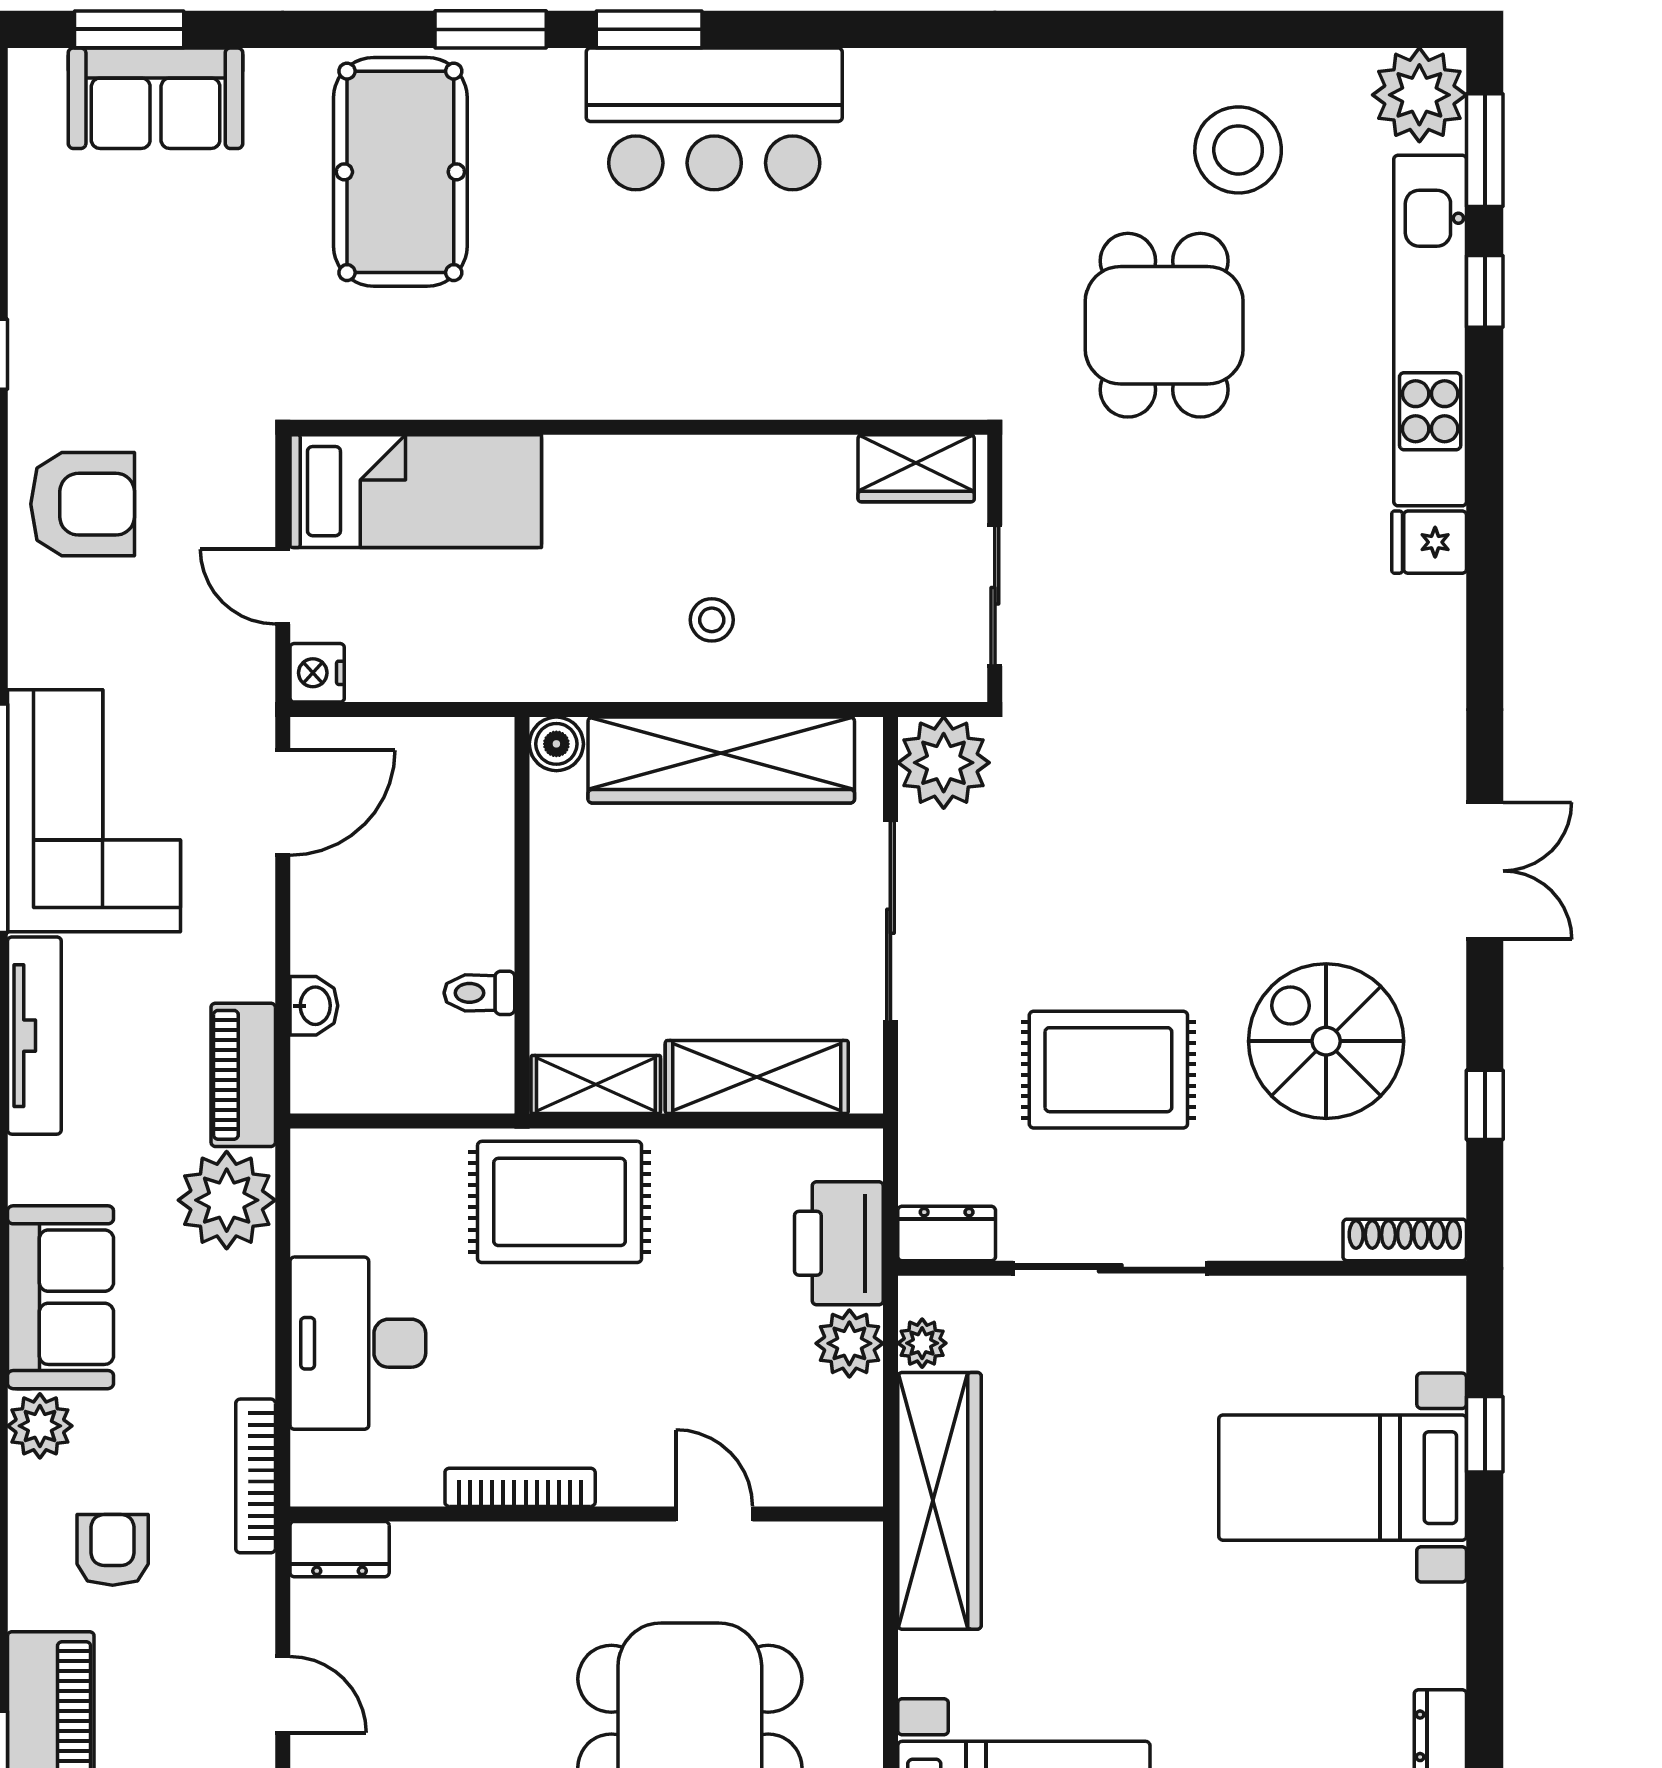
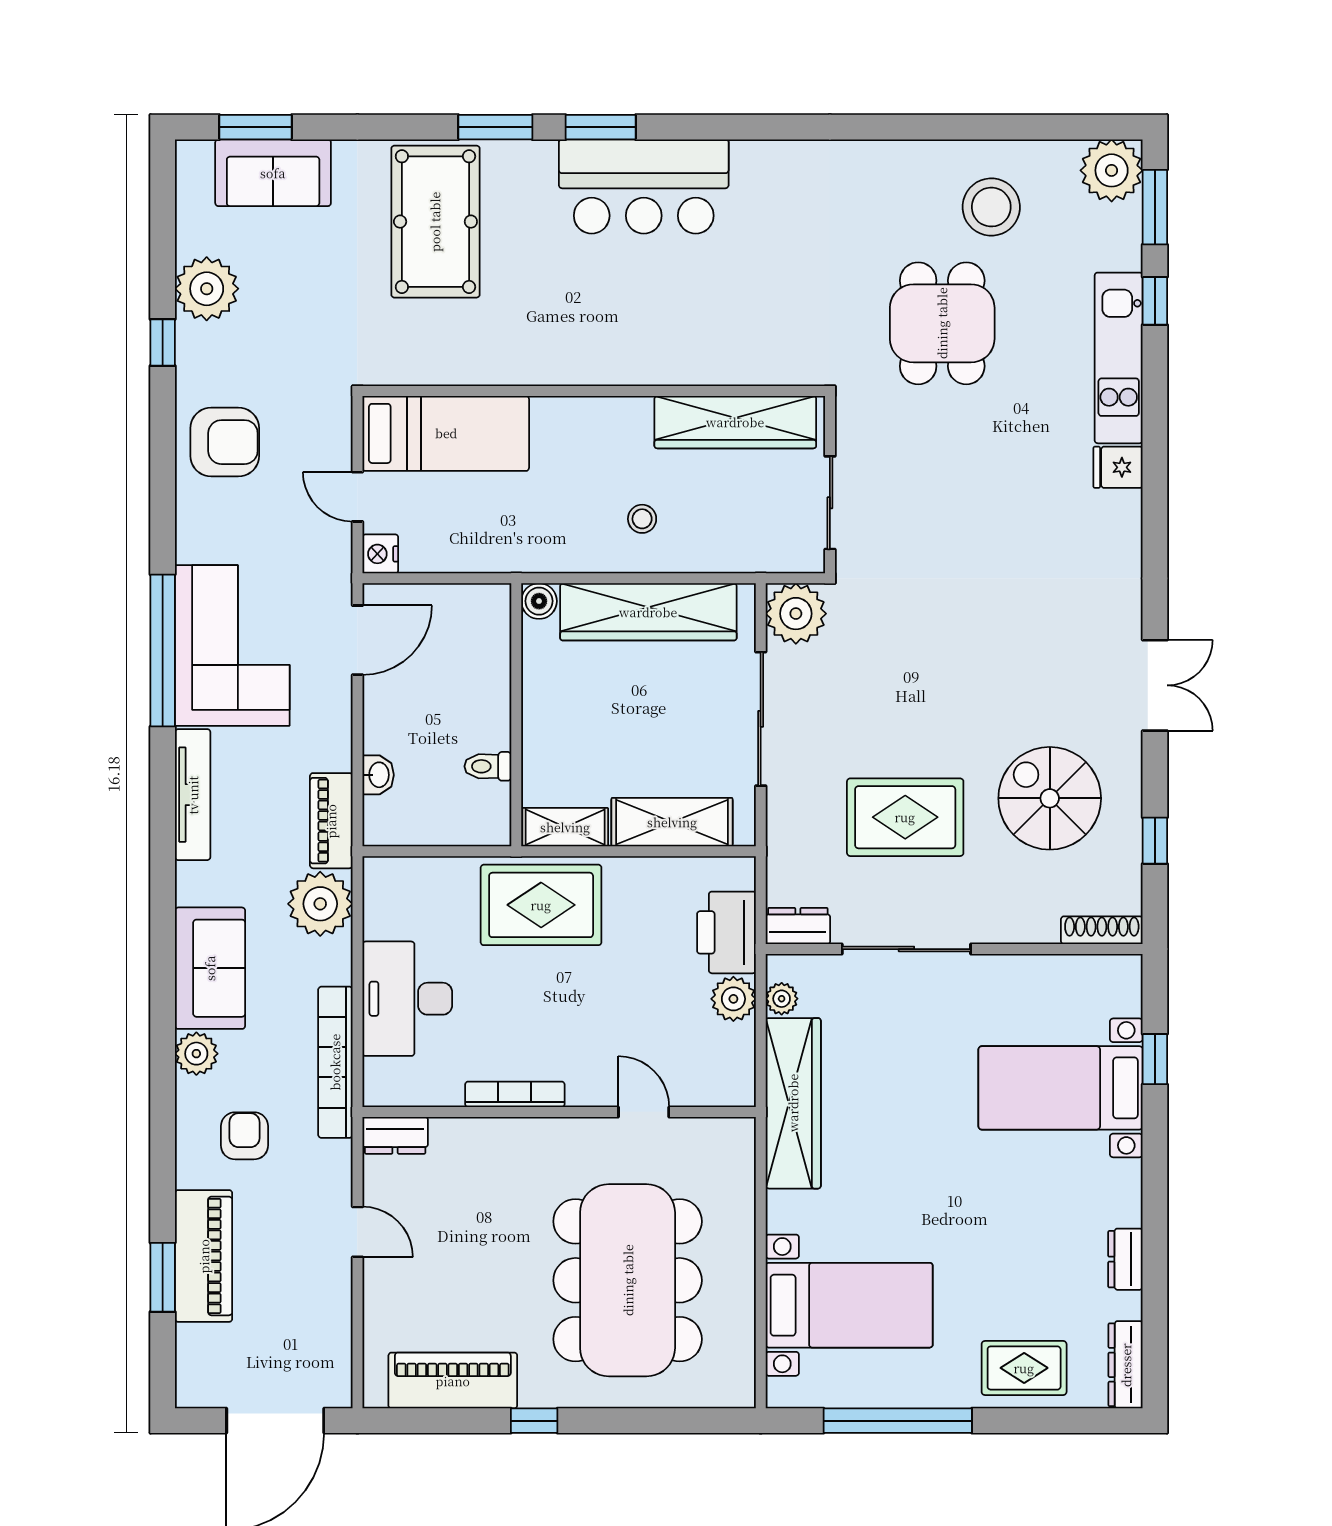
plant: (56, 273) -> (207, 289), added
kitchen unit: (1430, 331) -> (1119, 358), width x0.73
wardrobe: (916, 468) -> (735, 422), width x2.10, depth x1.17
bookcase: (256, 1476) -> (335, 1062), width x1.48, depth x1.31

